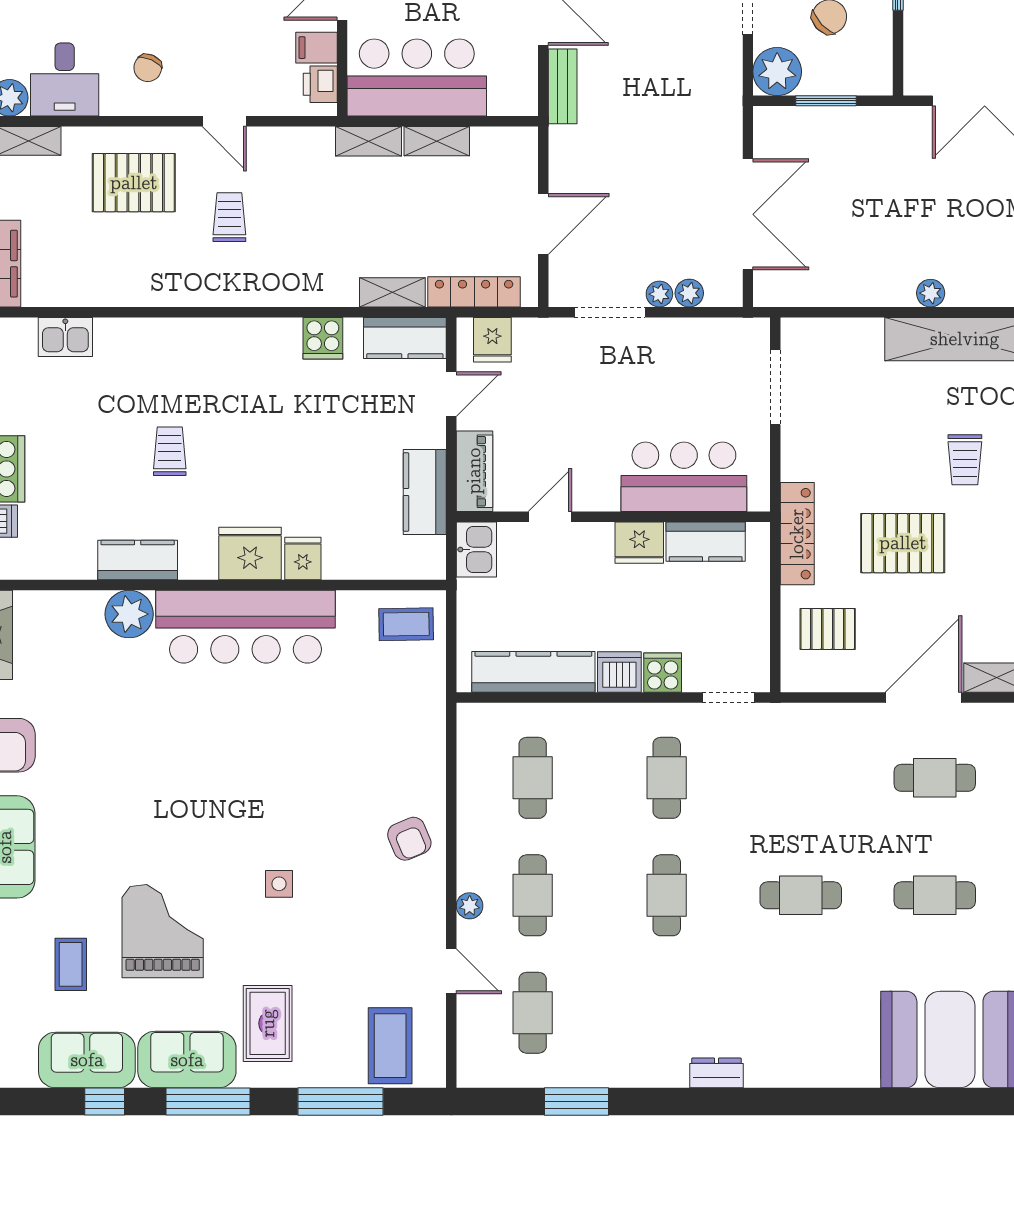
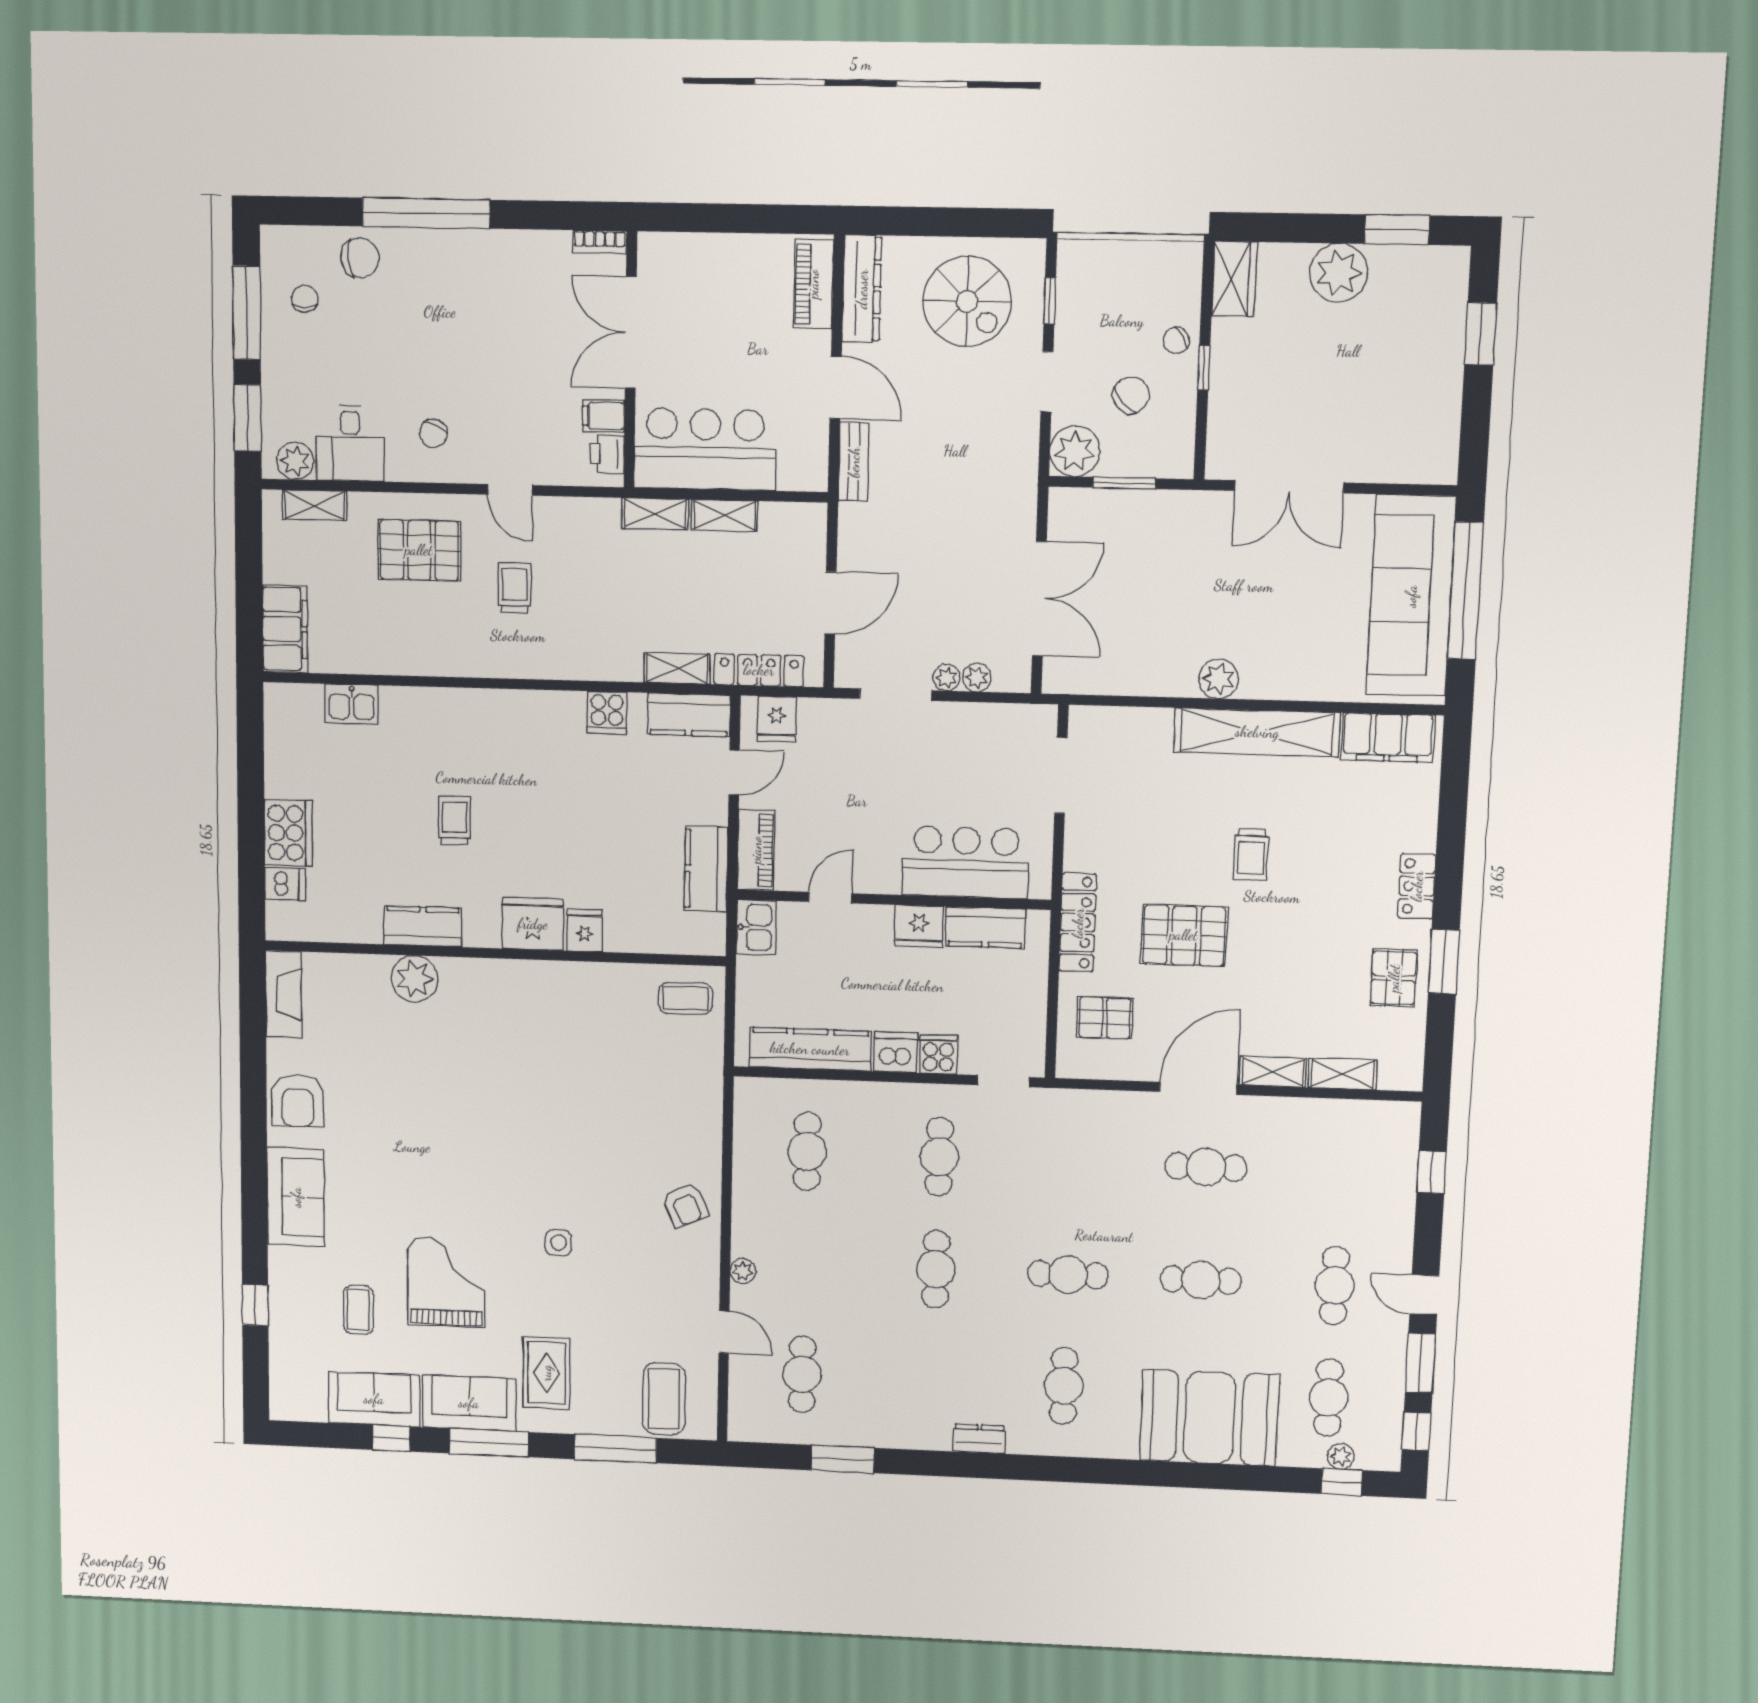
plant: (931, 293) -> (1219, 679), width x1.38, depth x1.38
bar counter: (245, 627) -> (528, 995), removed
cafe table: (533, 895) -> (1064, 1386), moved

